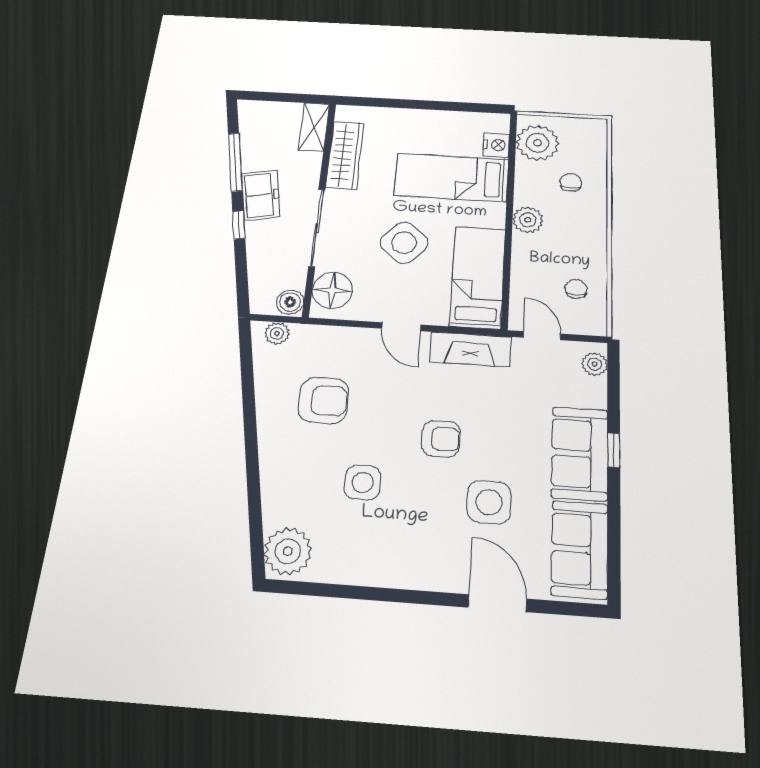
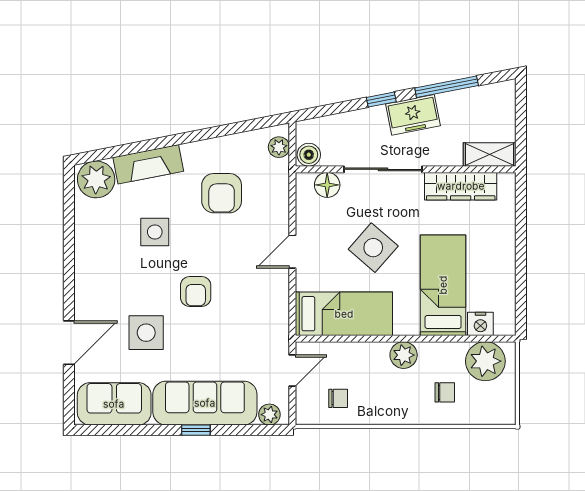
floor lamp: (332, 290) -> (327, 185), width x0.73, depth x0.73
fireplace: (470, 349) -> (148, 164), moved, turned -101
sofa: (580, 454) -> (205, 403), width x1.36

